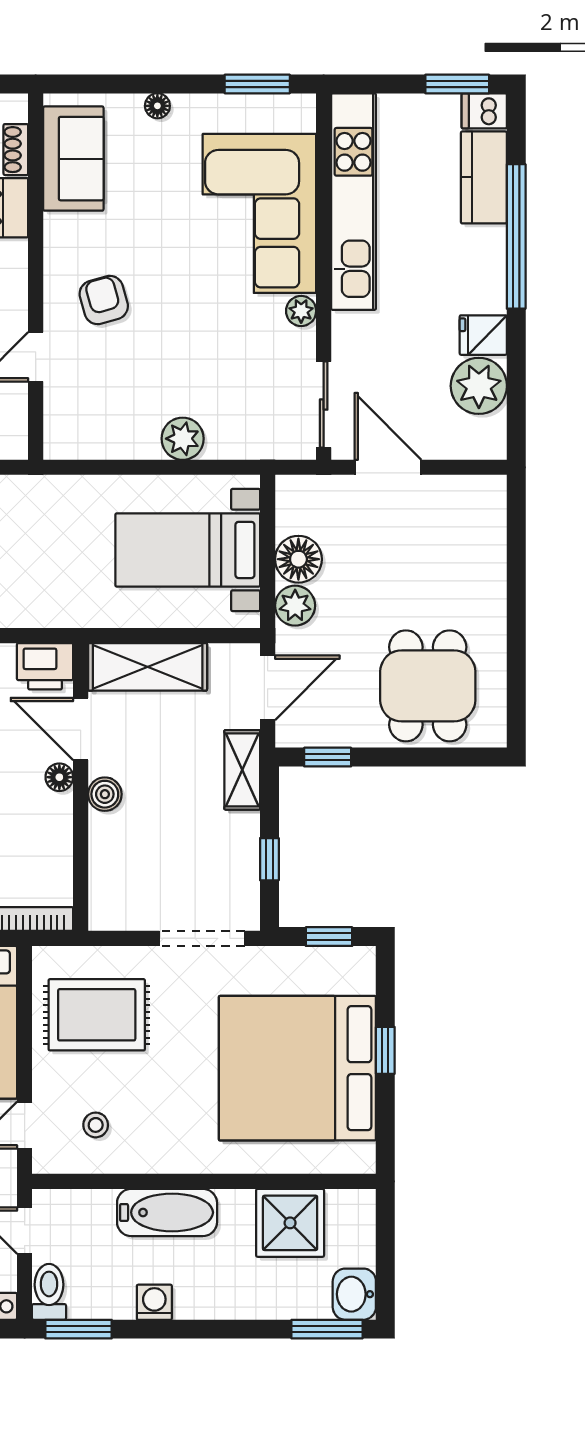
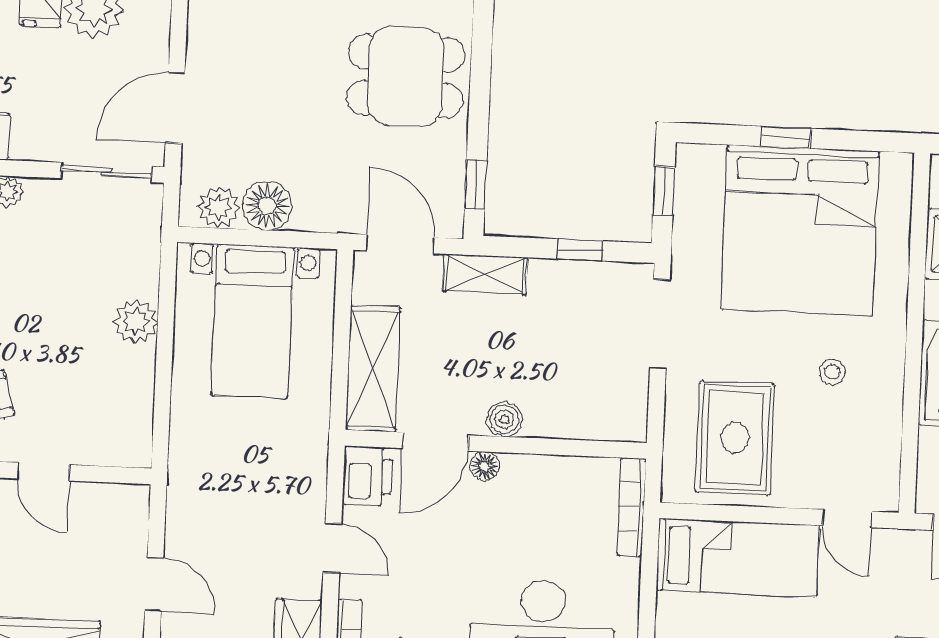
plant: (295, 606) -> (218, 207), moved
stool: (96, 1125) -> (832, 372), moved

